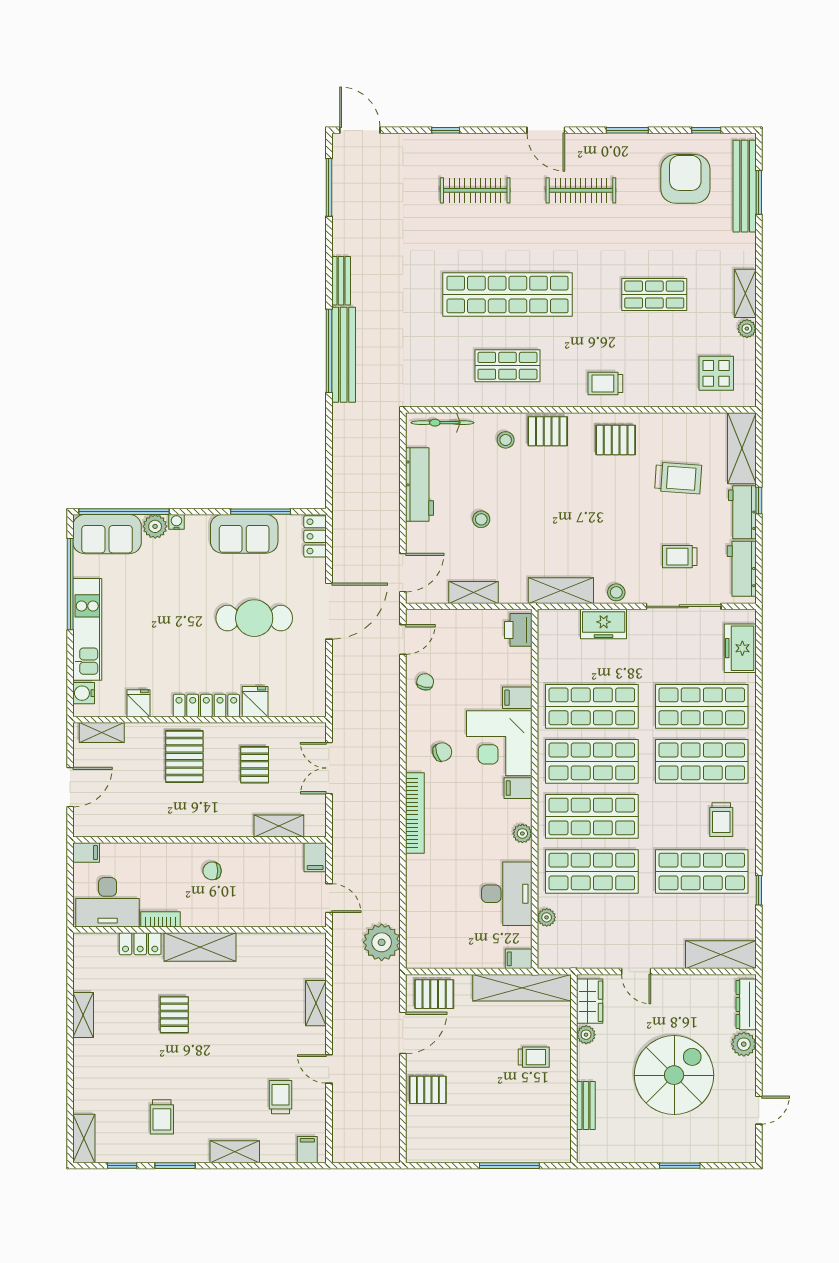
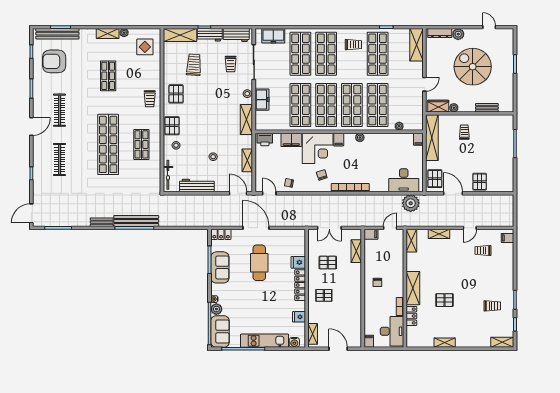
filing cabinet: (517, 698) -> (291, 140), width x2.00
pallet: (184, 756) -> (324, 295), width x0.67, depth x0.71
desk: (507, 894) -> (404, 180), moved, turned 180
shelving: (235, 1152) -> (411, 241), moved

